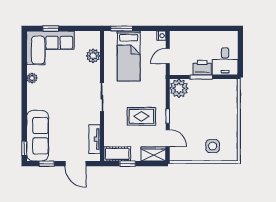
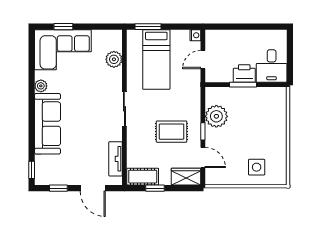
plant: (179, 88) -> (216, 116), moved
sofa: (38, 136) -> (48, 124), moved

